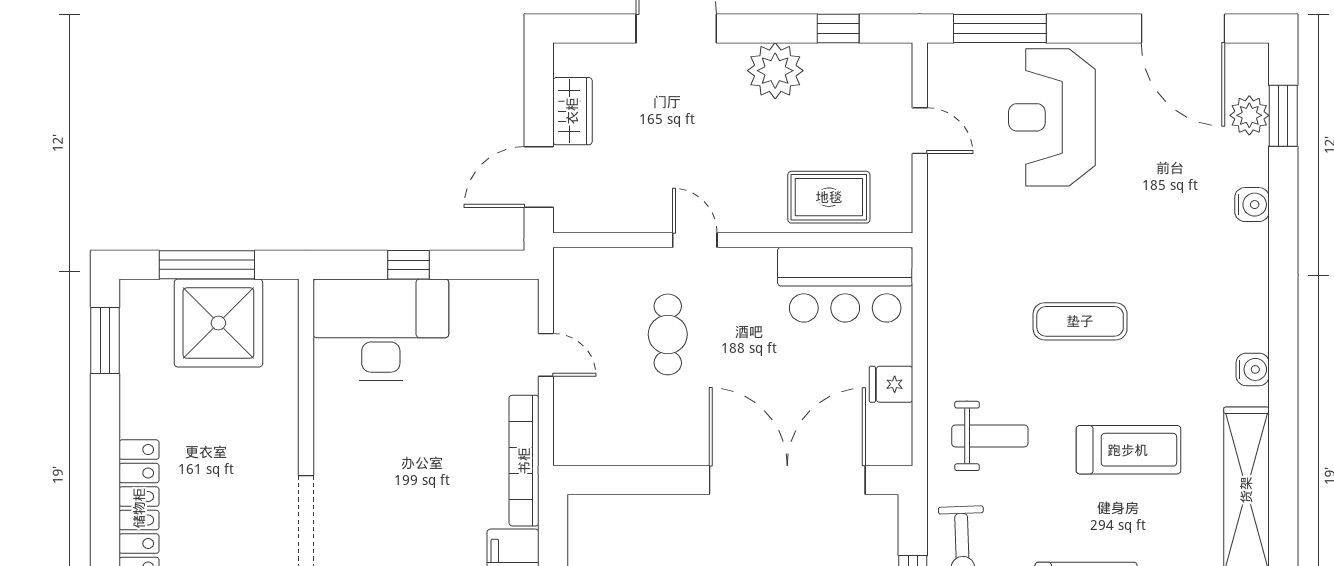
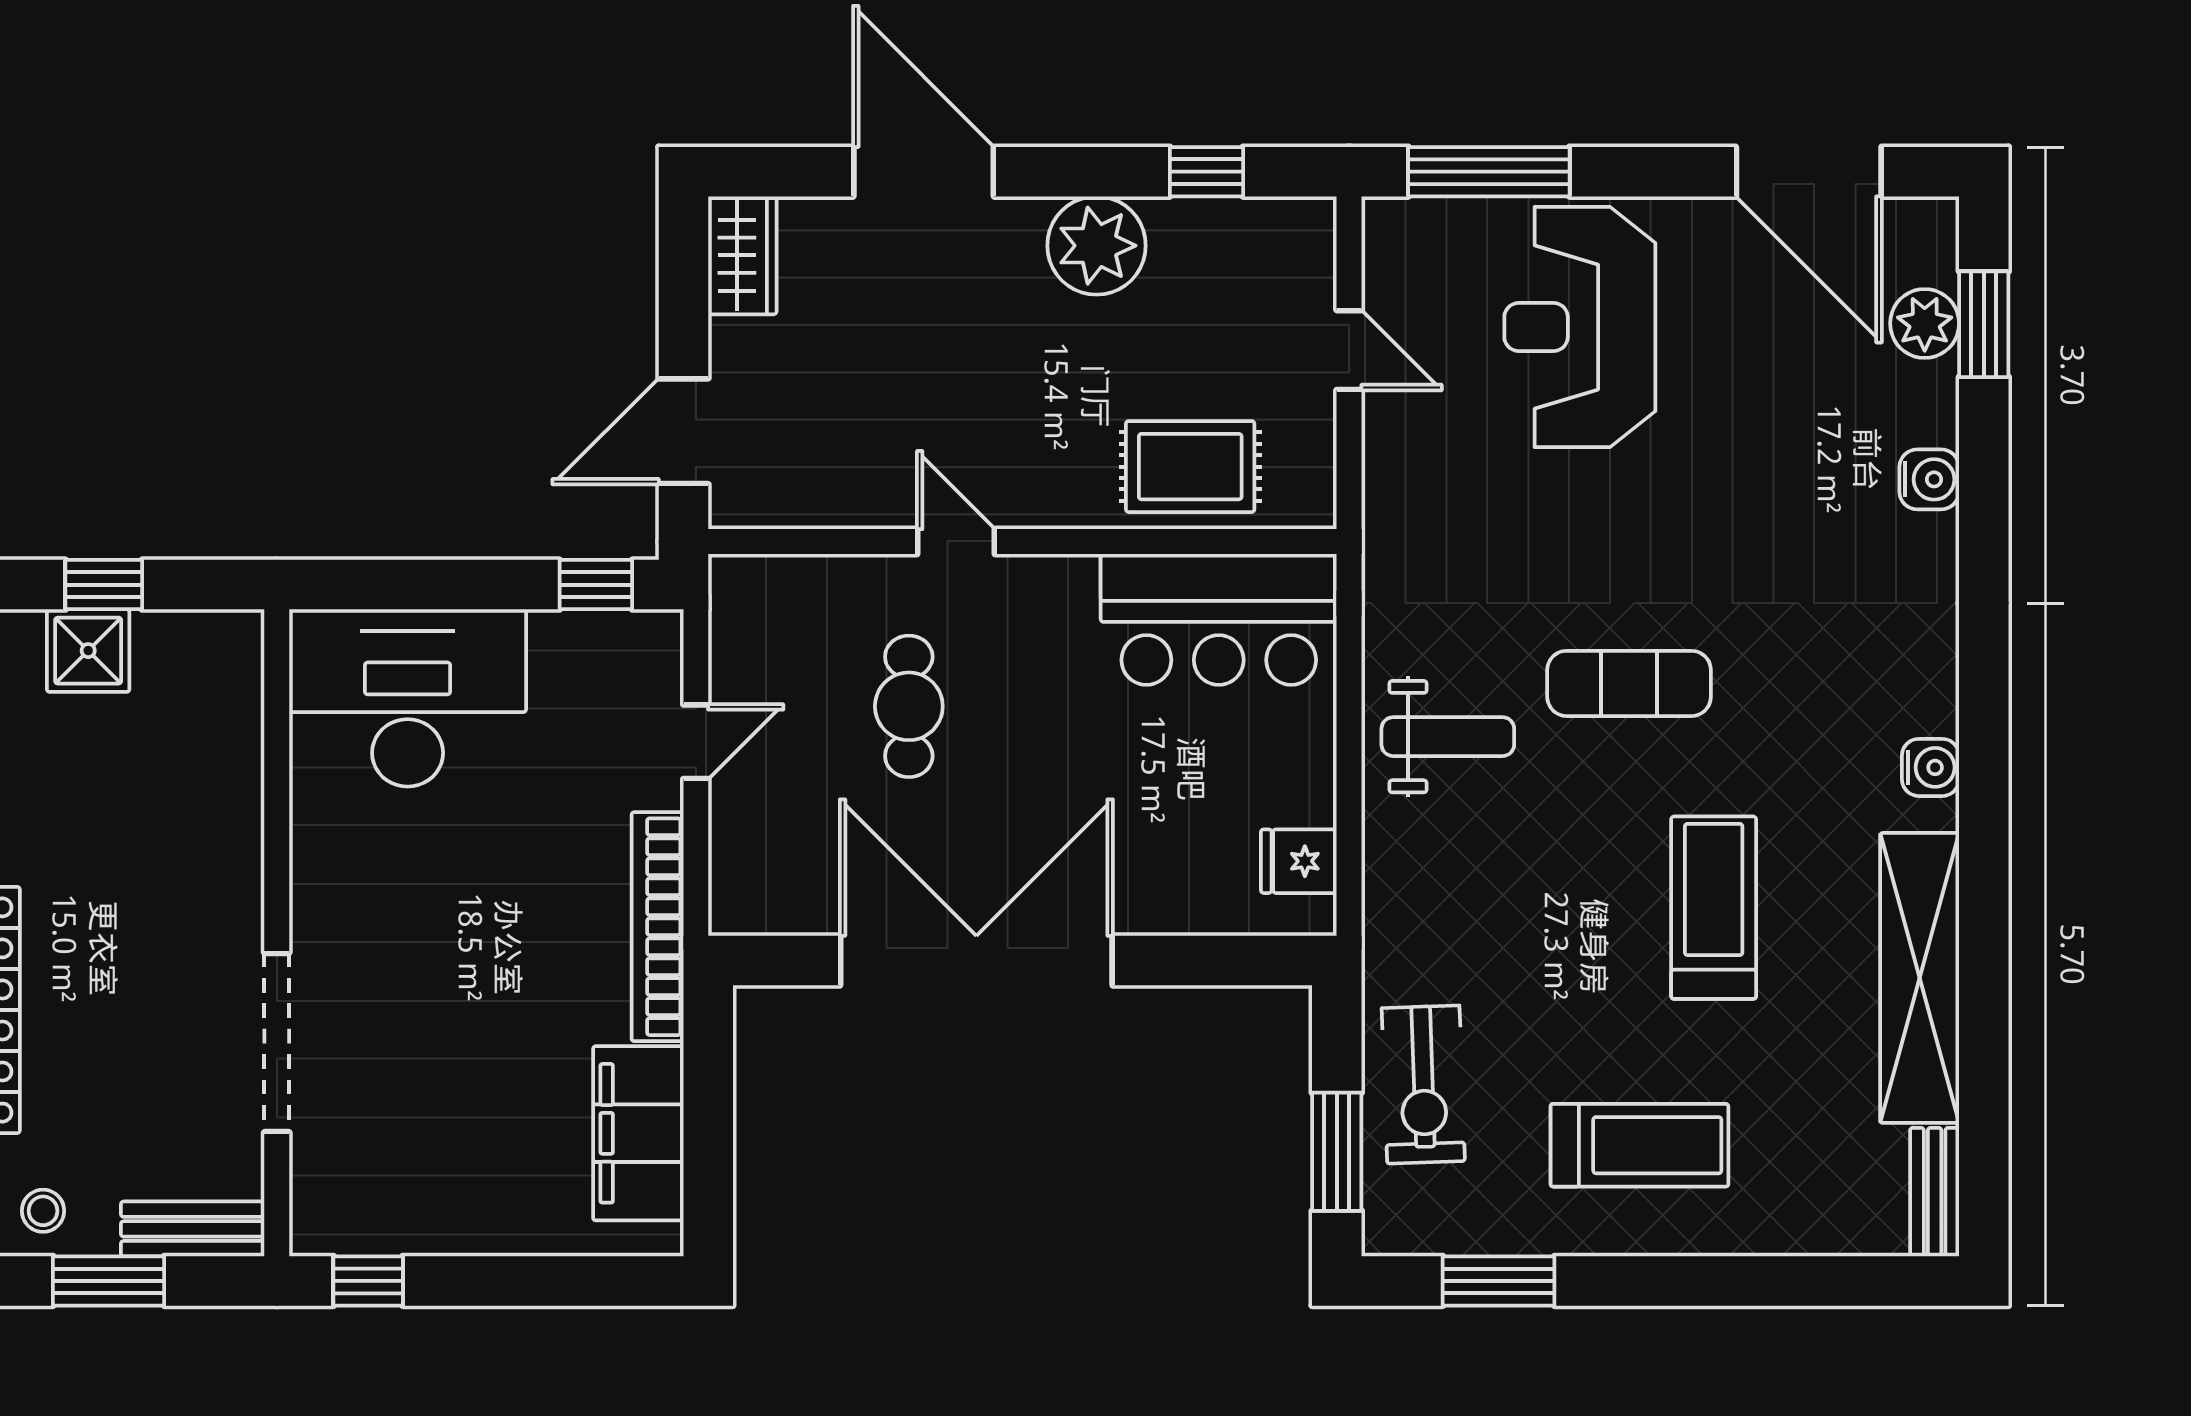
wardrobe: (572, 111) -> (742, 255), moved
window: (207, 265) -> (104, 585), width x0.46
window: (408, 265) -> (596, 585), moved
shower: (218, 323) -> (88, 651), width x0.54, depth x0.54
door: (546, 355) -> (696, 742), hinge flipped
fridge: (891, 384) -> (1299, 861), moved
weight bench: (990, 436) -> (1448, 737), moved
treadmill: (1128, 450) -> (1714, 908), turned -90
double door: (787, 480) -> (976, 961), moved

